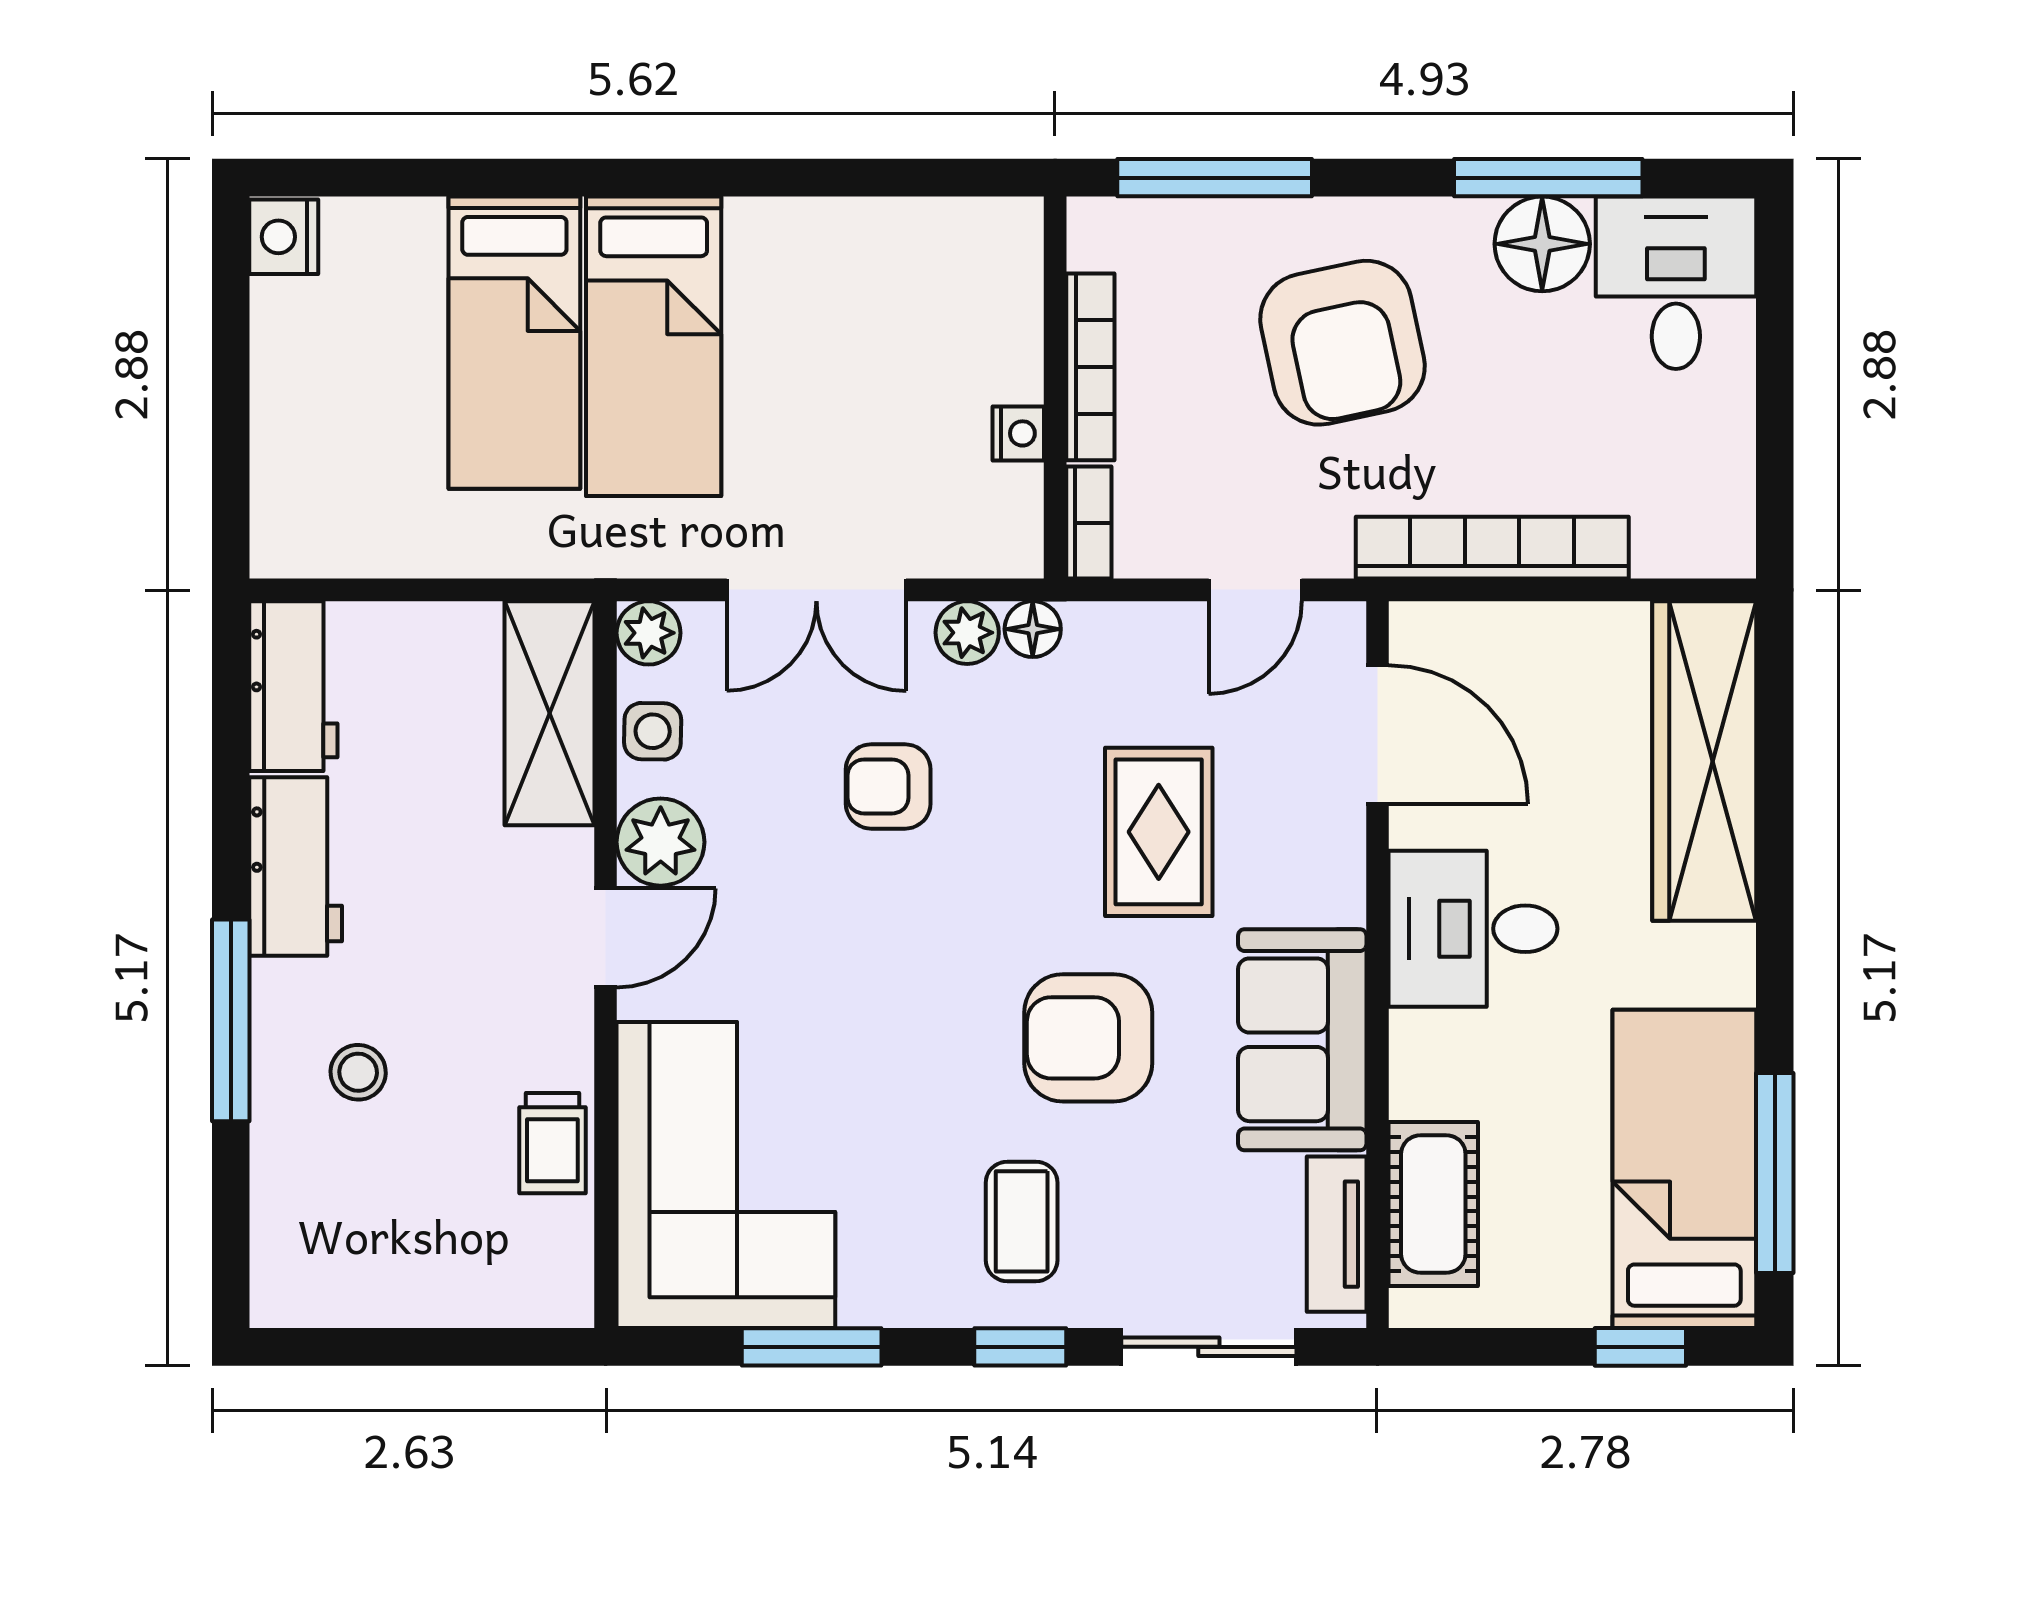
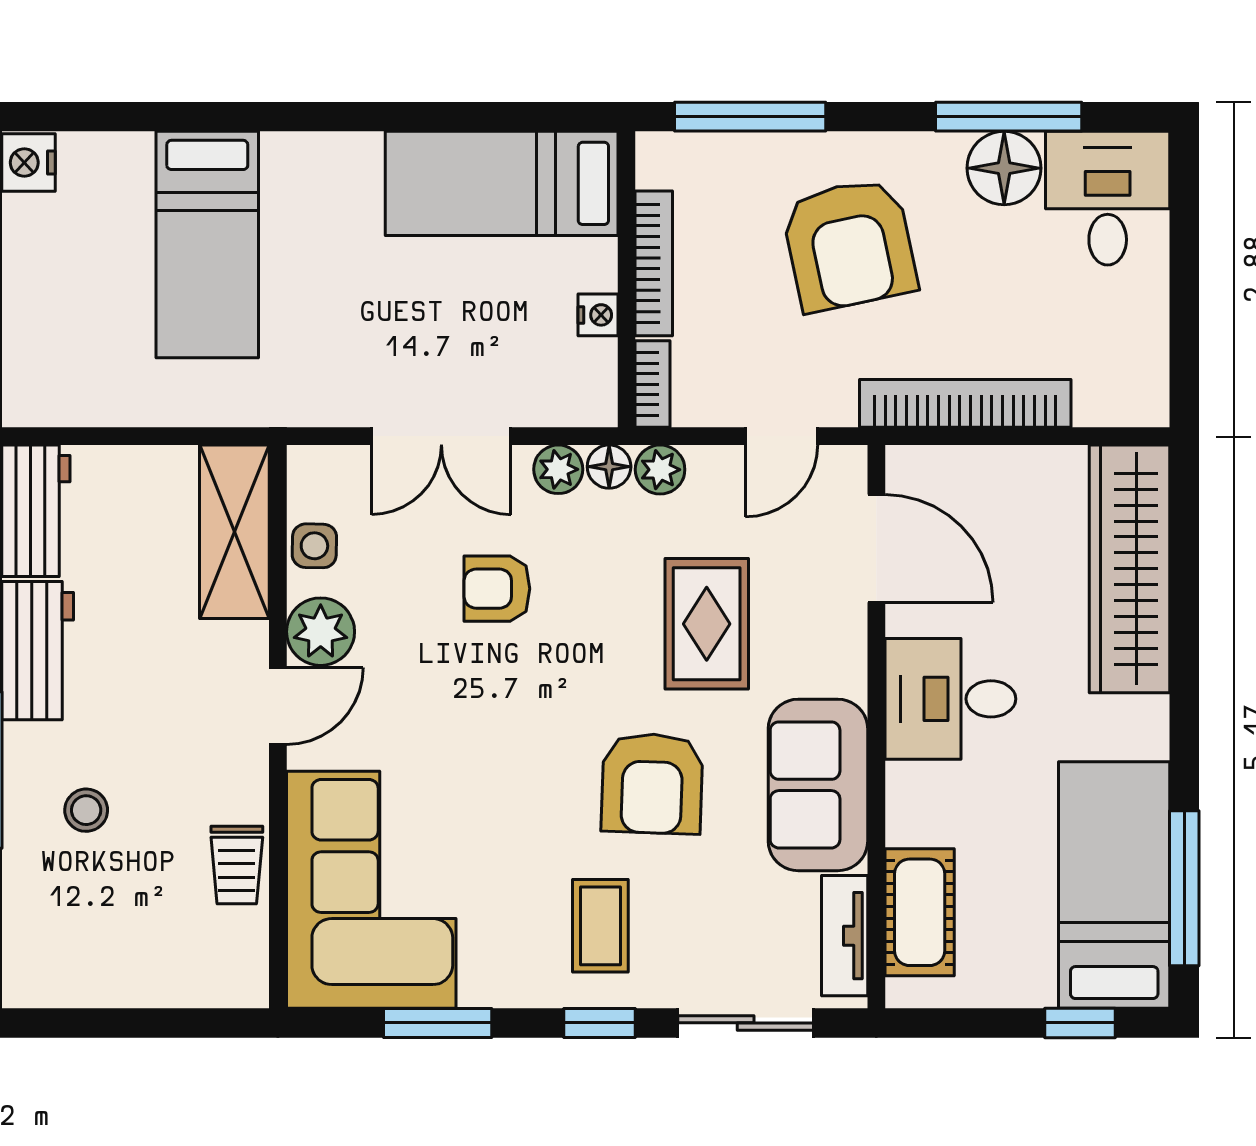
bed: (654, 346) -> (502, 183), moved, turned 90
plant: (649, 633) -> (660, 470), moved
armchair: (1088, 1038) -> (652, 783), turned -88

